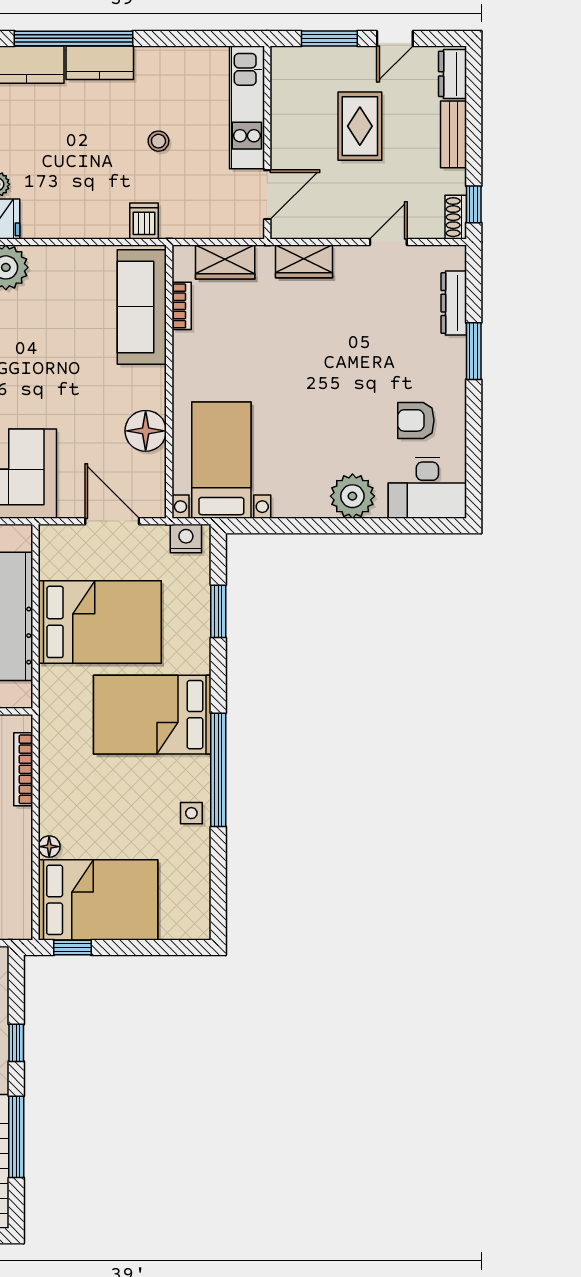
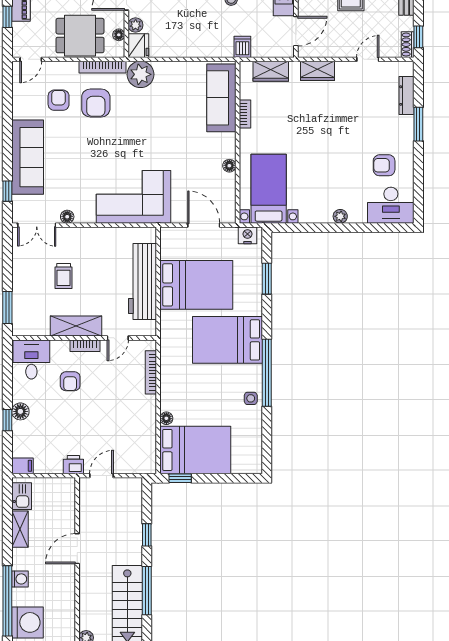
dishwasher: (144, 221) -> (242, 47), moved
bookcase: (182, 306) -> (245, 114), moved
floor lamp: (146, 431) -> (229, 166), width x0.53, depth x0.53
plant: (352, 496) -> (340, 216), width x0.53, depth x0.53

